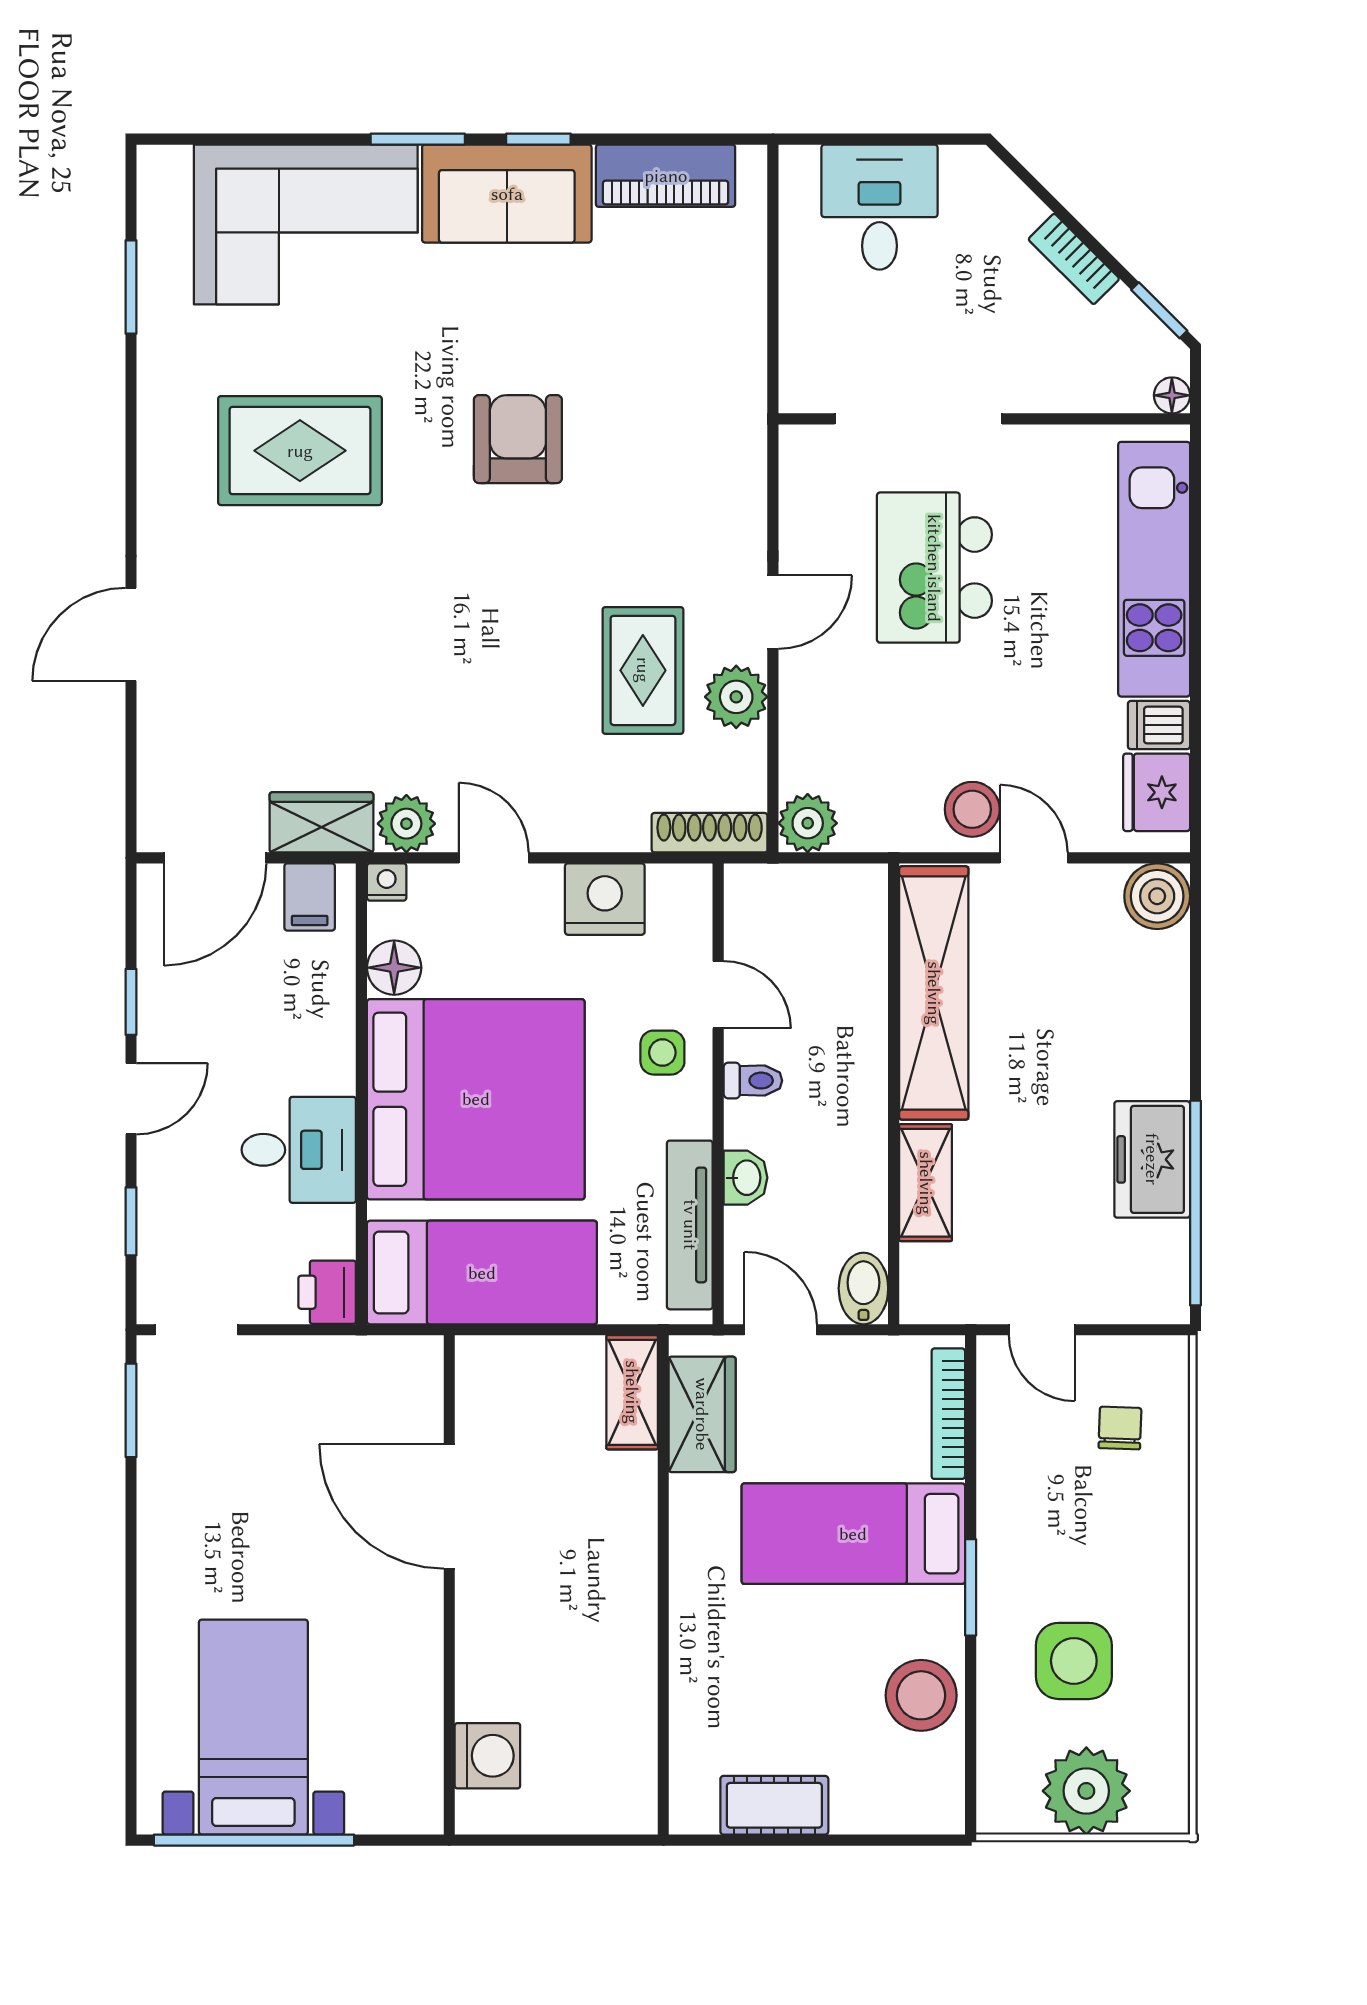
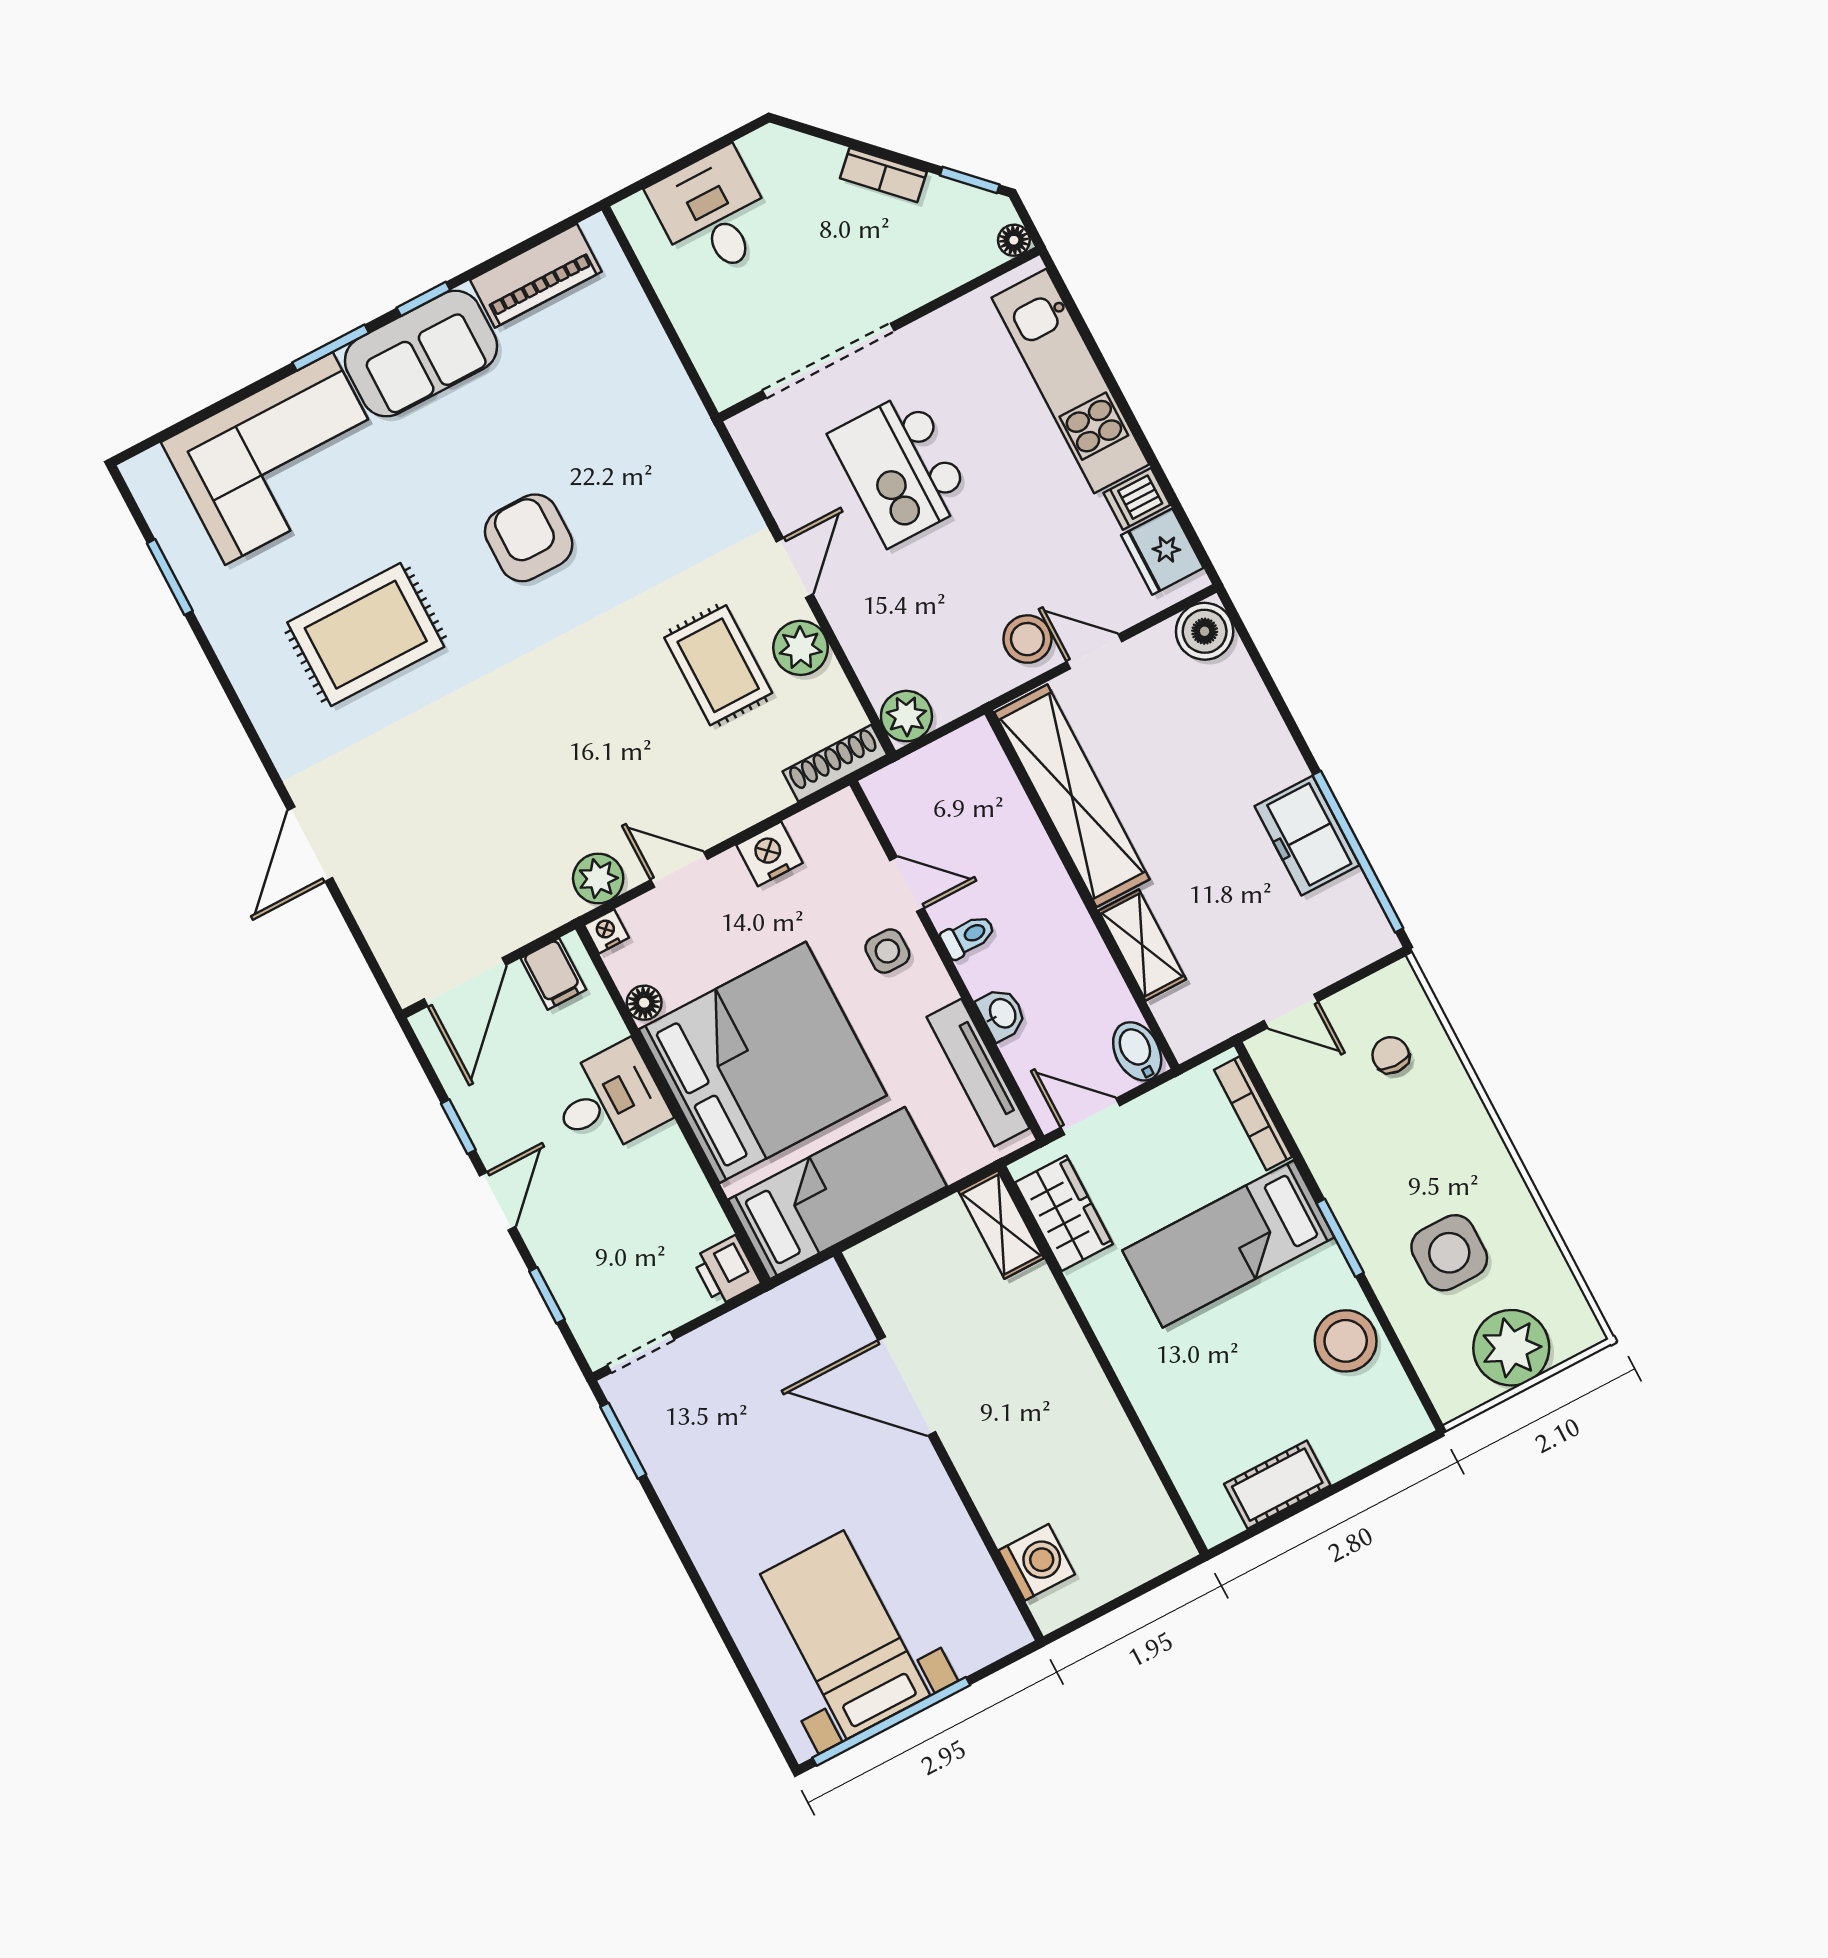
wardrobe: (321, 822) -> (532, 912), removed
nightstand: (605, 899) -> (769, 854), width x0.74, depth x0.75
floor lamp: (394, 968) -> (644, 1003), width x0.73, depth x0.73
desk: (299, 1150) -> (609, 1100), moved

